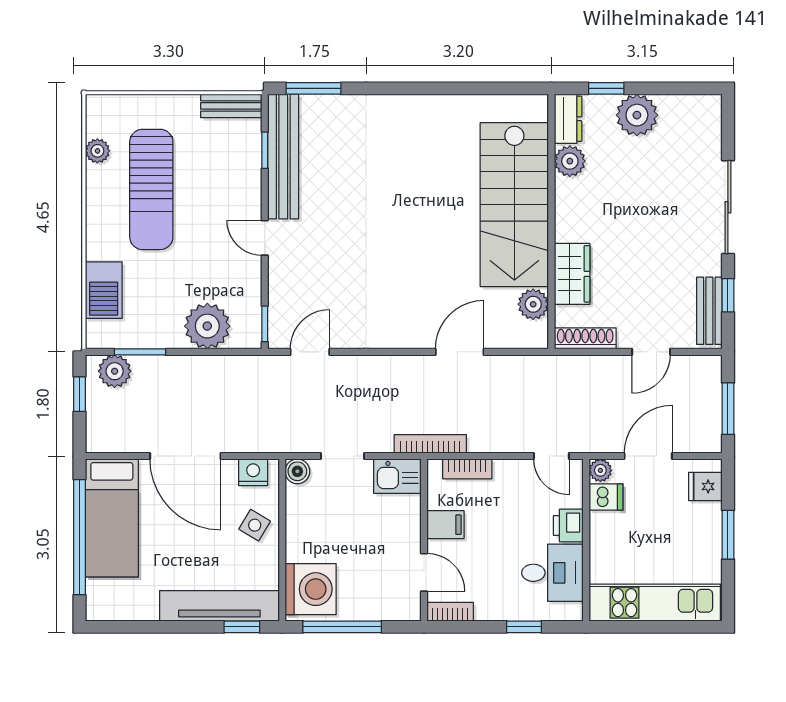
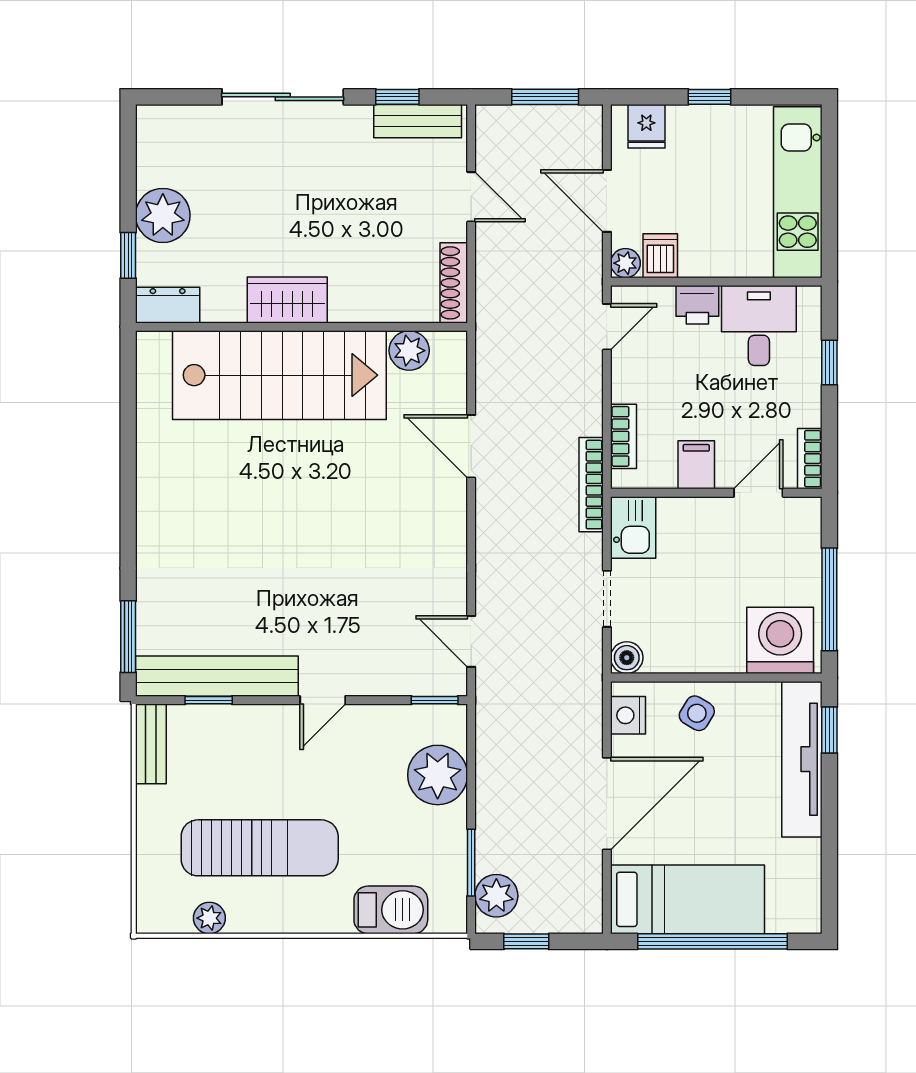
plant: (570, 161) -> (223, 303), removed
wardrobe: (572, 274) -> (287, 300), moved
window: (728, 535) -> (709, 97), width x0.67

